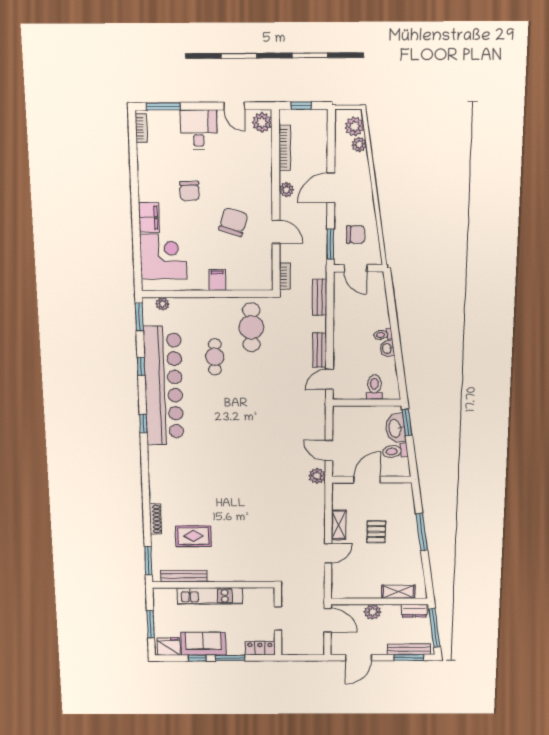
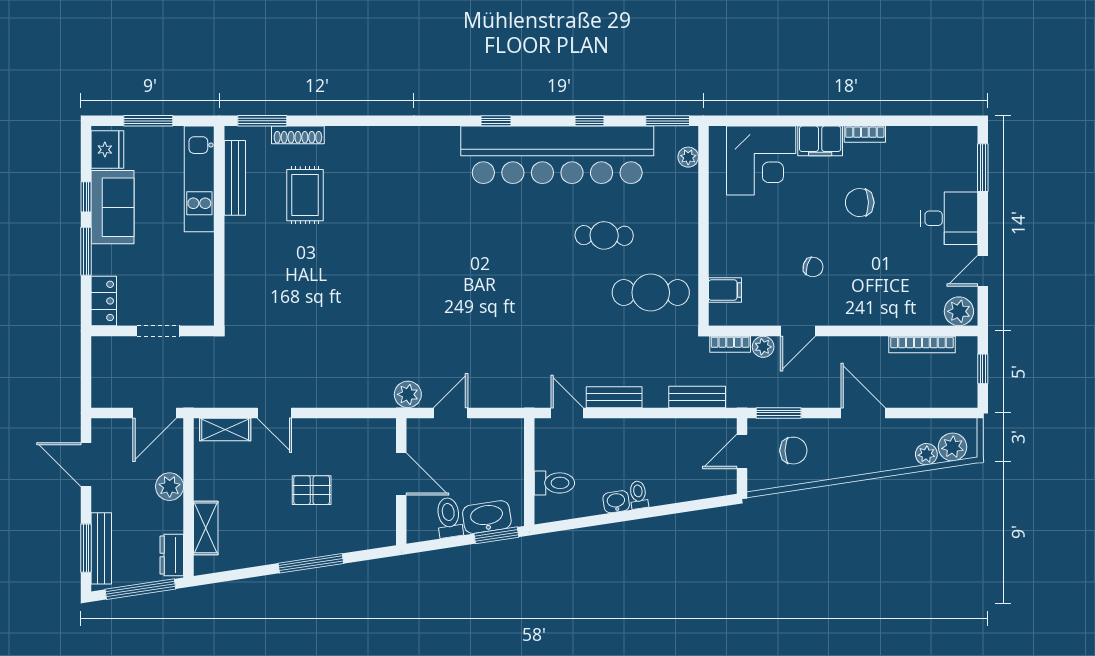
bookcase: (141, 128) -> (865, 134), moved
plant: (286, 190) -> (763, 347), moved
chair: (233, 222) -> (813, 267), width x0.54, depth x0.54
chair: (356, 234) -> (793, 451), turned -90
filing cabinet: (217, 280) -> (725, 290), moved
shoe rack: (155, 519) -> (298, 135), moved
shelving: (339, 525) -> (225, 429), moved
kitchen unit: (210, 596) -> (199, 179), moved

